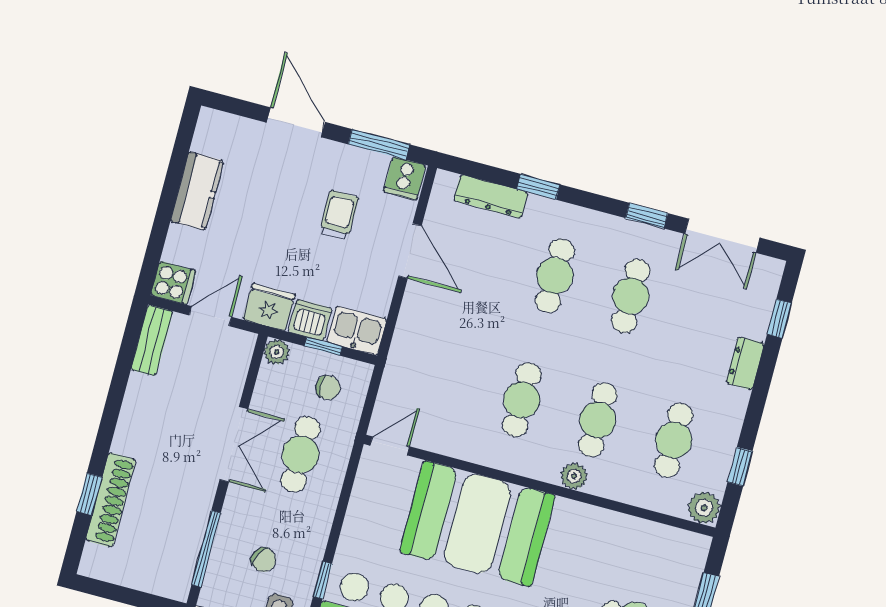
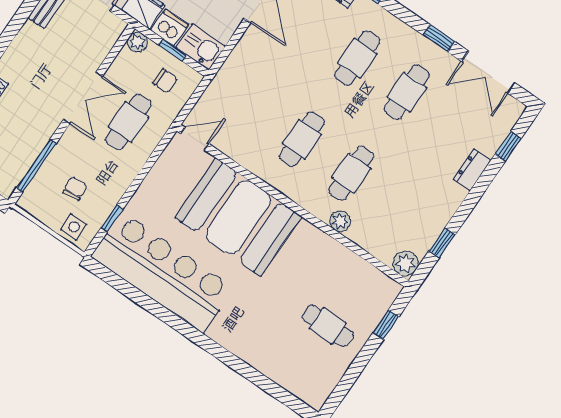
cafe table: (674, 440) -> (401, 207), removed
plant: (574, 476) -> (340, 221), moved
chair: (264, 560) -> (75, 189), turned -124

